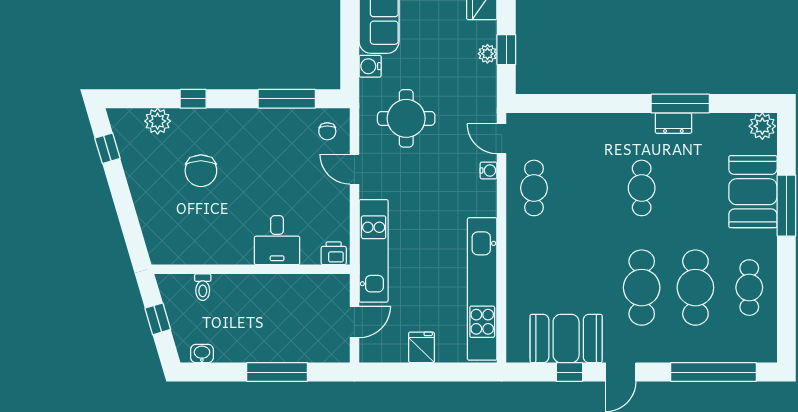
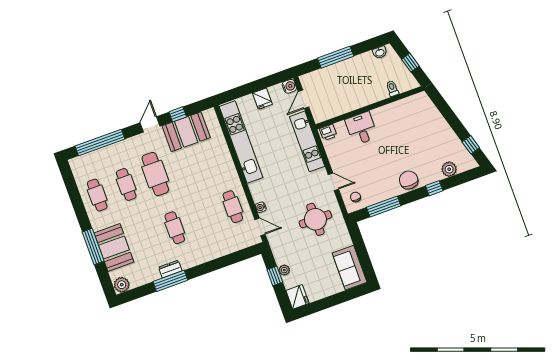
water cooler: (370, 66) -> (289, 86), moved
chair: (201, 171) -> (409, 180), moved
cafe table: (695, 288) -> (126, 185), width x0.73, depth x0.74

